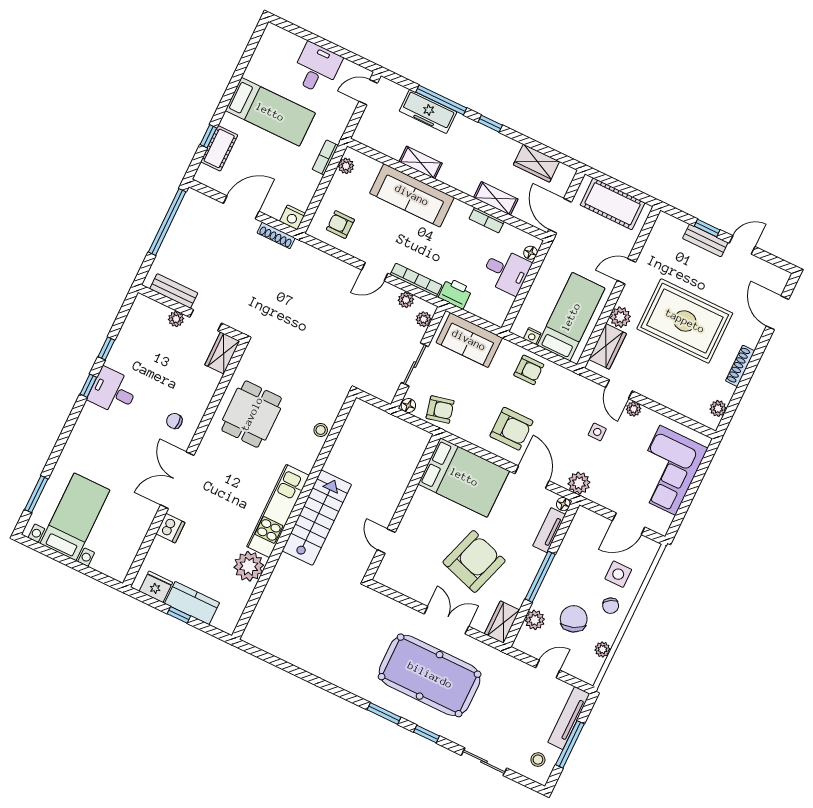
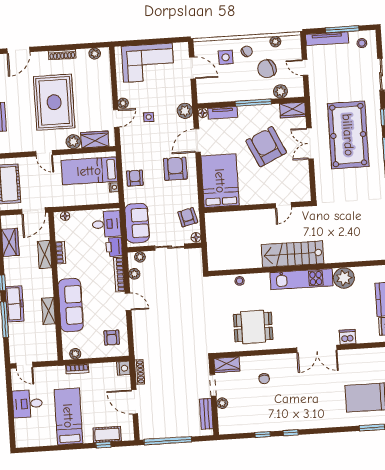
freezer: (428, 112) -> (15, 304), moved
desk: (506, 271) -> (107, 224), moved, turned 90
desk: (113, 391) -> (286, 416), removed
chair: (174, 421) -> (264, 379), moved
armchair: (474, 561) -> (266, 147), turned 47

